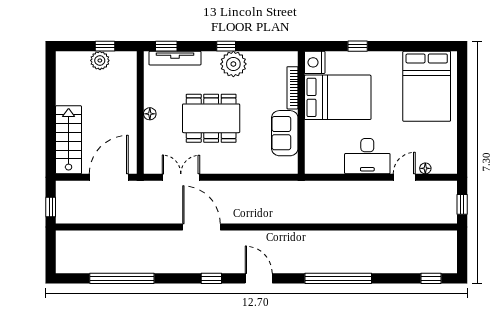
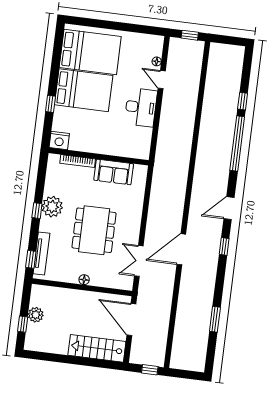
window: (105, 46) -> (23, 324), moved
bed: (338, 97) -> (84, 90), moved, turned 90
window: (122, 278) -> (215, 319), width x0.47
window: (431, 278) -> (243, 101), moved

